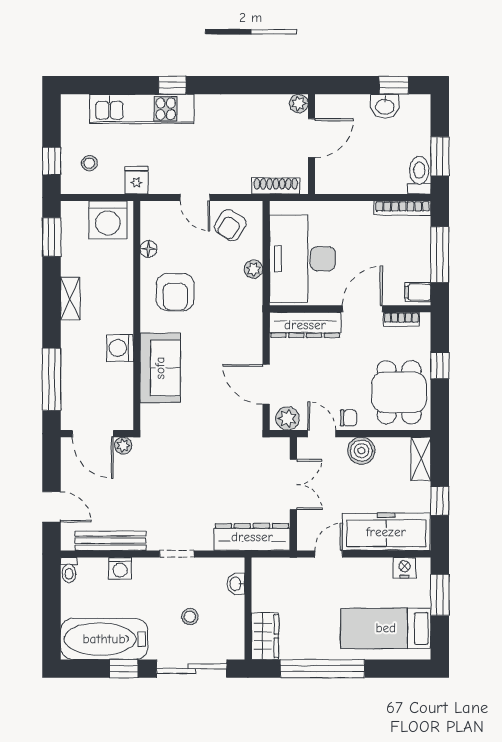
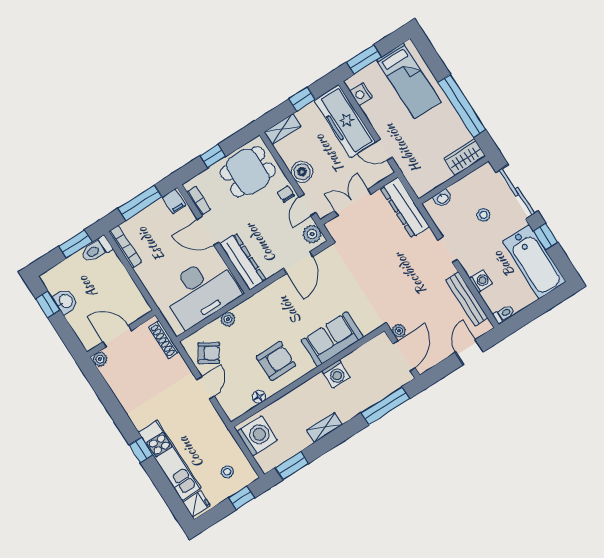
fridge: (136, 180) -> (196, 504), moved, turned 180

